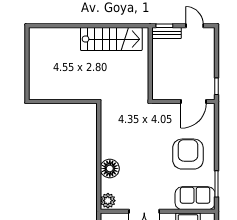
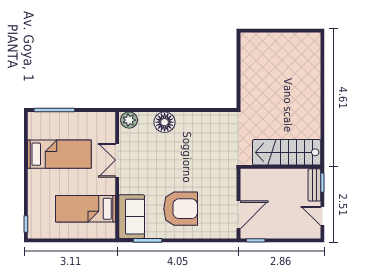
door: (195, 26) -> (322, 216), swing flipped
stairs: (111, 39) -> (287, 152), moved, turned 90
door: (194, 102) -> (239, 215), swing flipped

